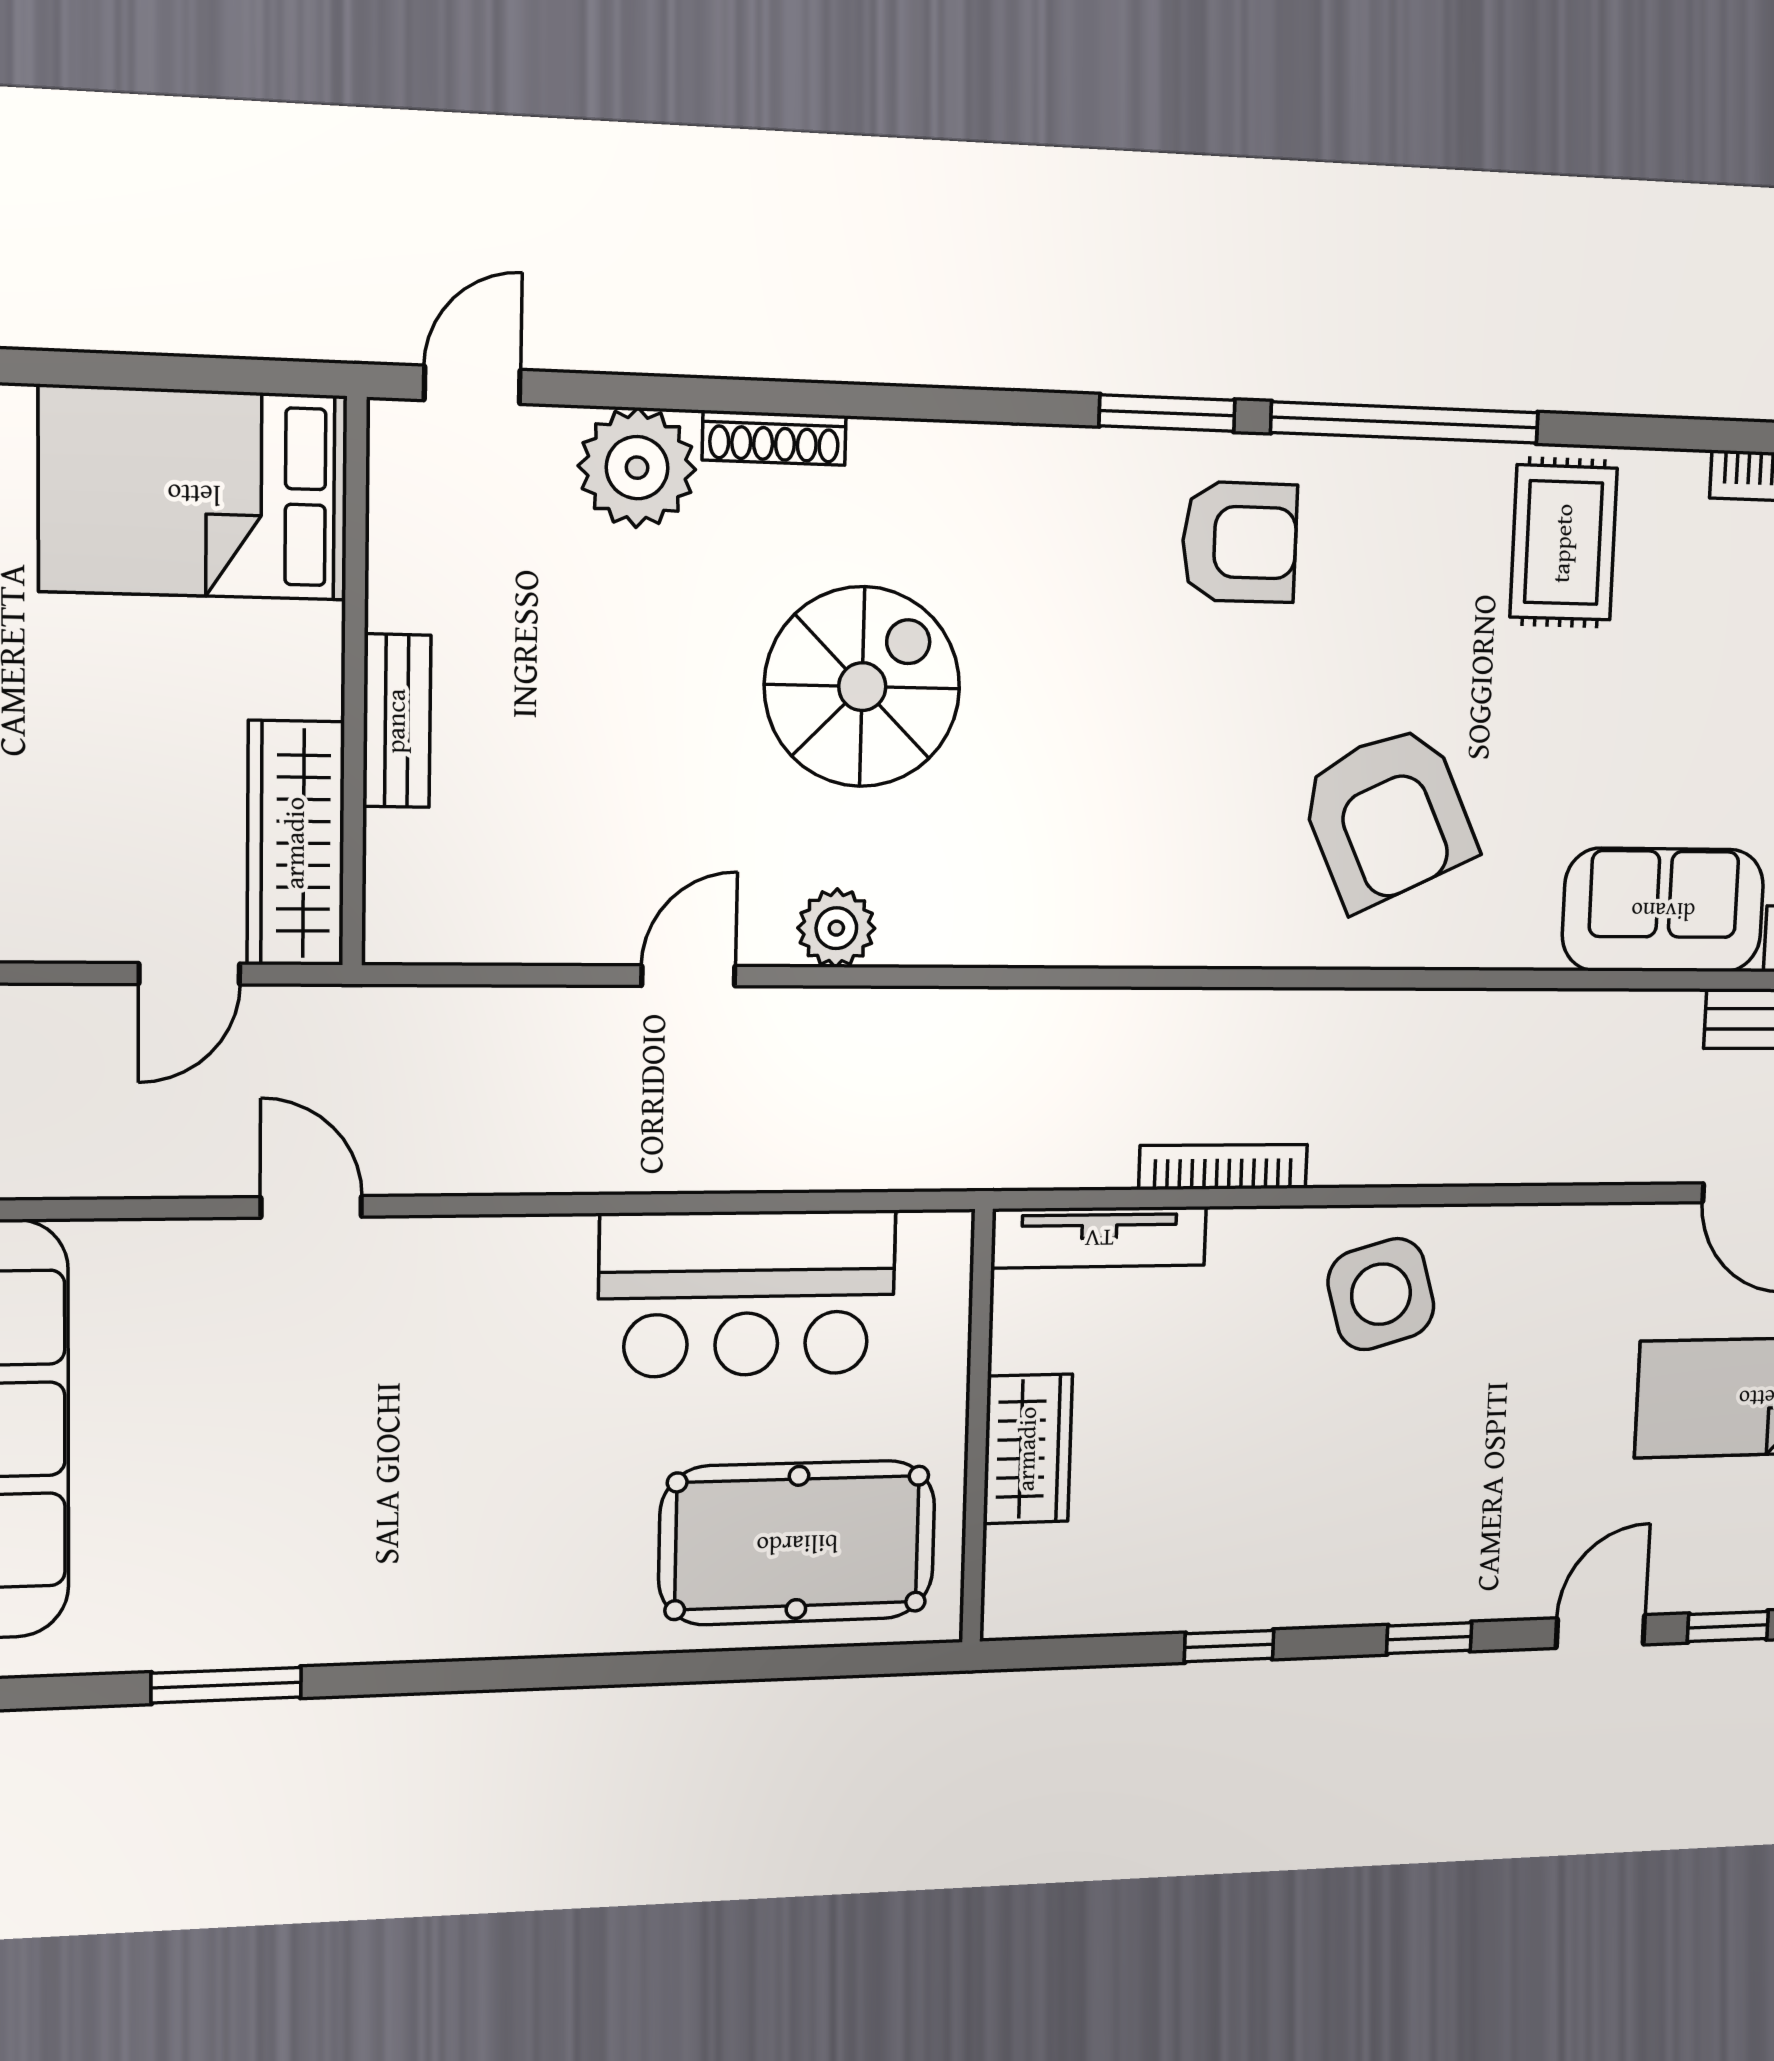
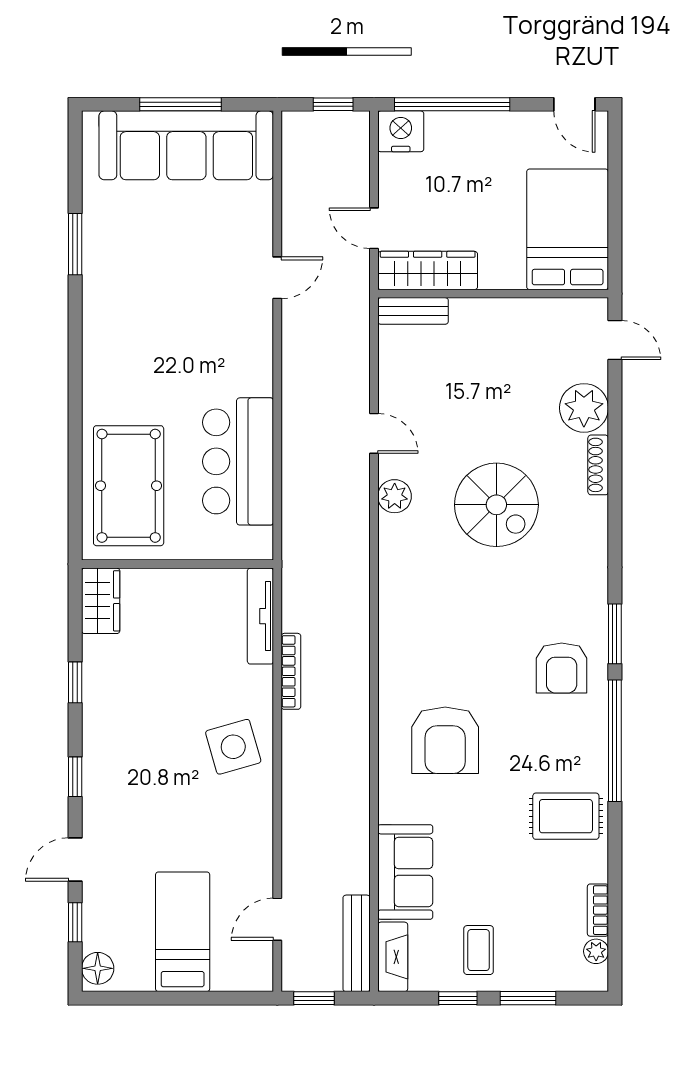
bench: (397, 721) -> (413, 311), moved
armchair: (1388, 817) -> (445, 740), turned -65
wardrobe: (1028, 1449) -> (101, 601), moved, turned -90
door: (1600, 1631) -> (75, 860), swing flipped

